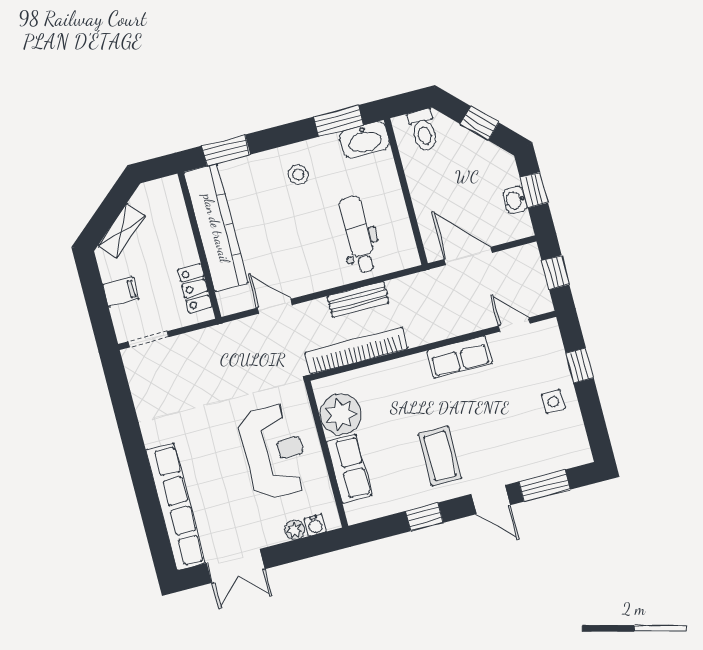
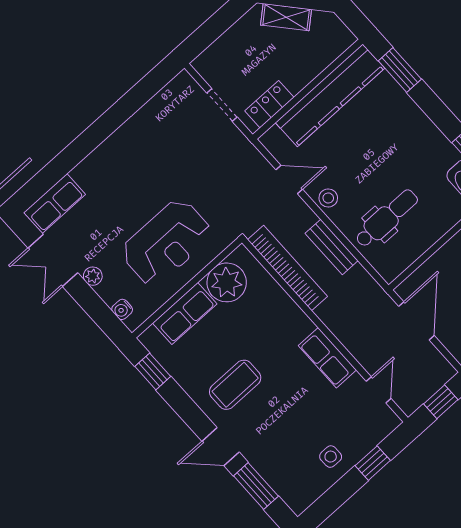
stool: (298, 175) -> (328, 198), moved
filing cabinet: (121, 292) -> (234, 43), removed
door: (275, 306) -> (289, 180), hinge flipped
doorway: (149, 339) -> (222, 105), moved
door: (491, 500) -> (221, 447), hinge flipped
row of seats: (176, 507) -> (54, 204), width x0.50
window: (424, 517) -> (153, 371), moved
plant: (295, 530) -> (93, 276), moved

